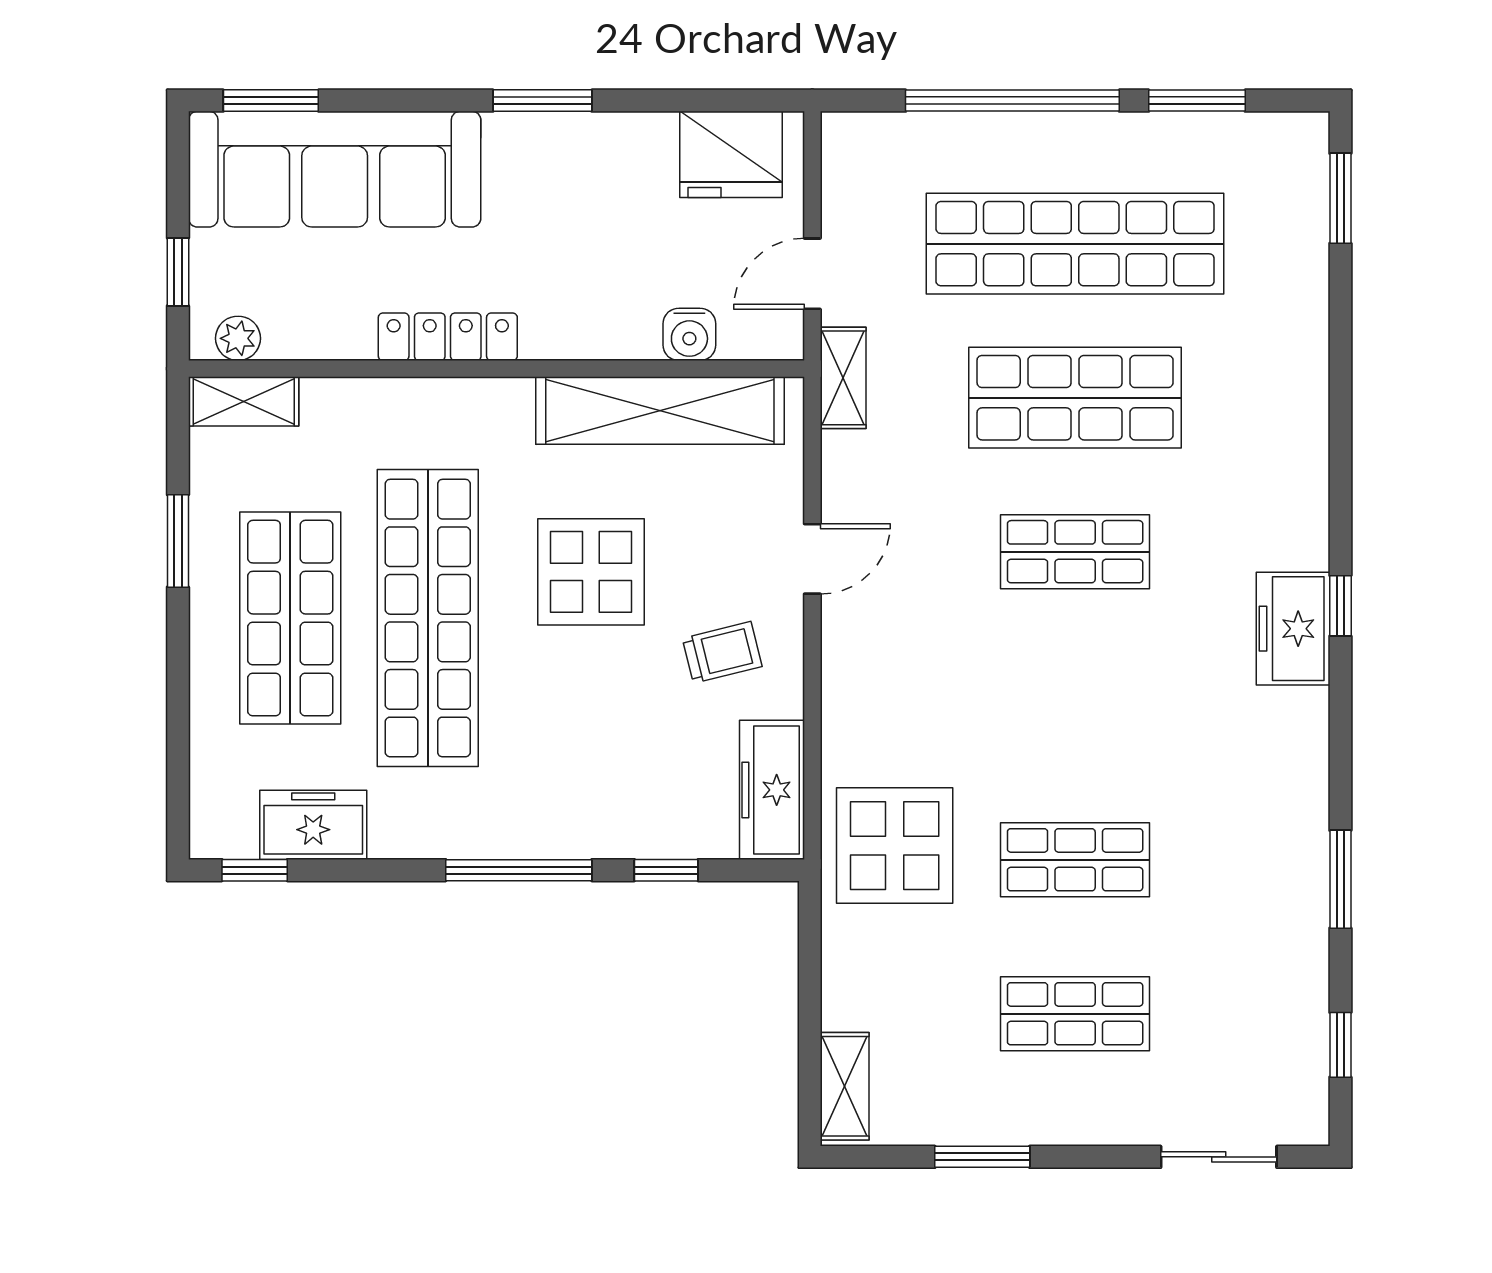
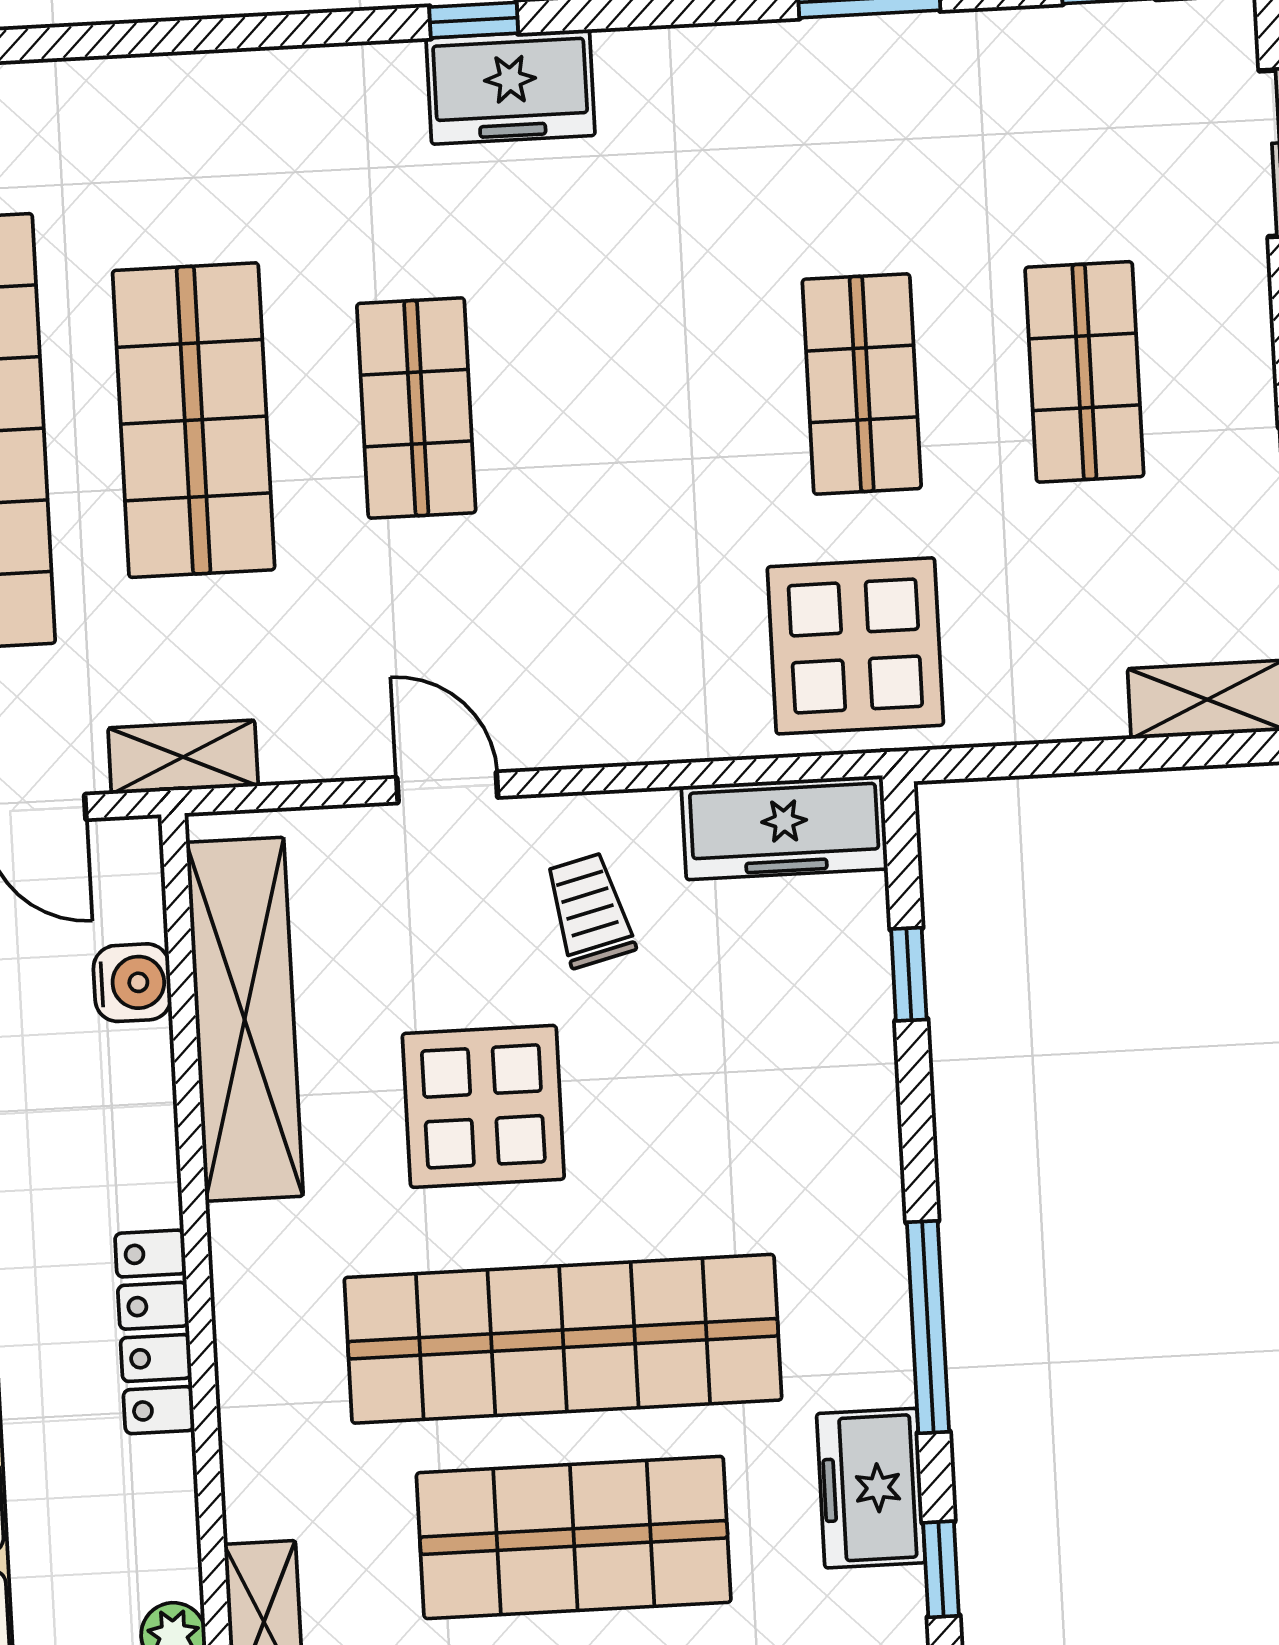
window: (519, 870) -> (928, 1327), moved

